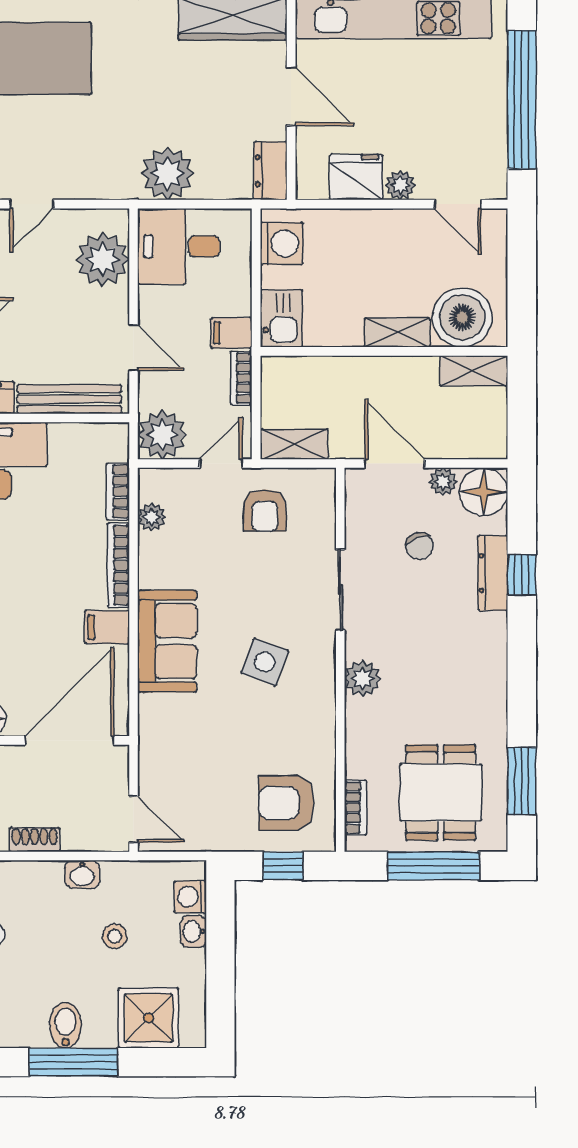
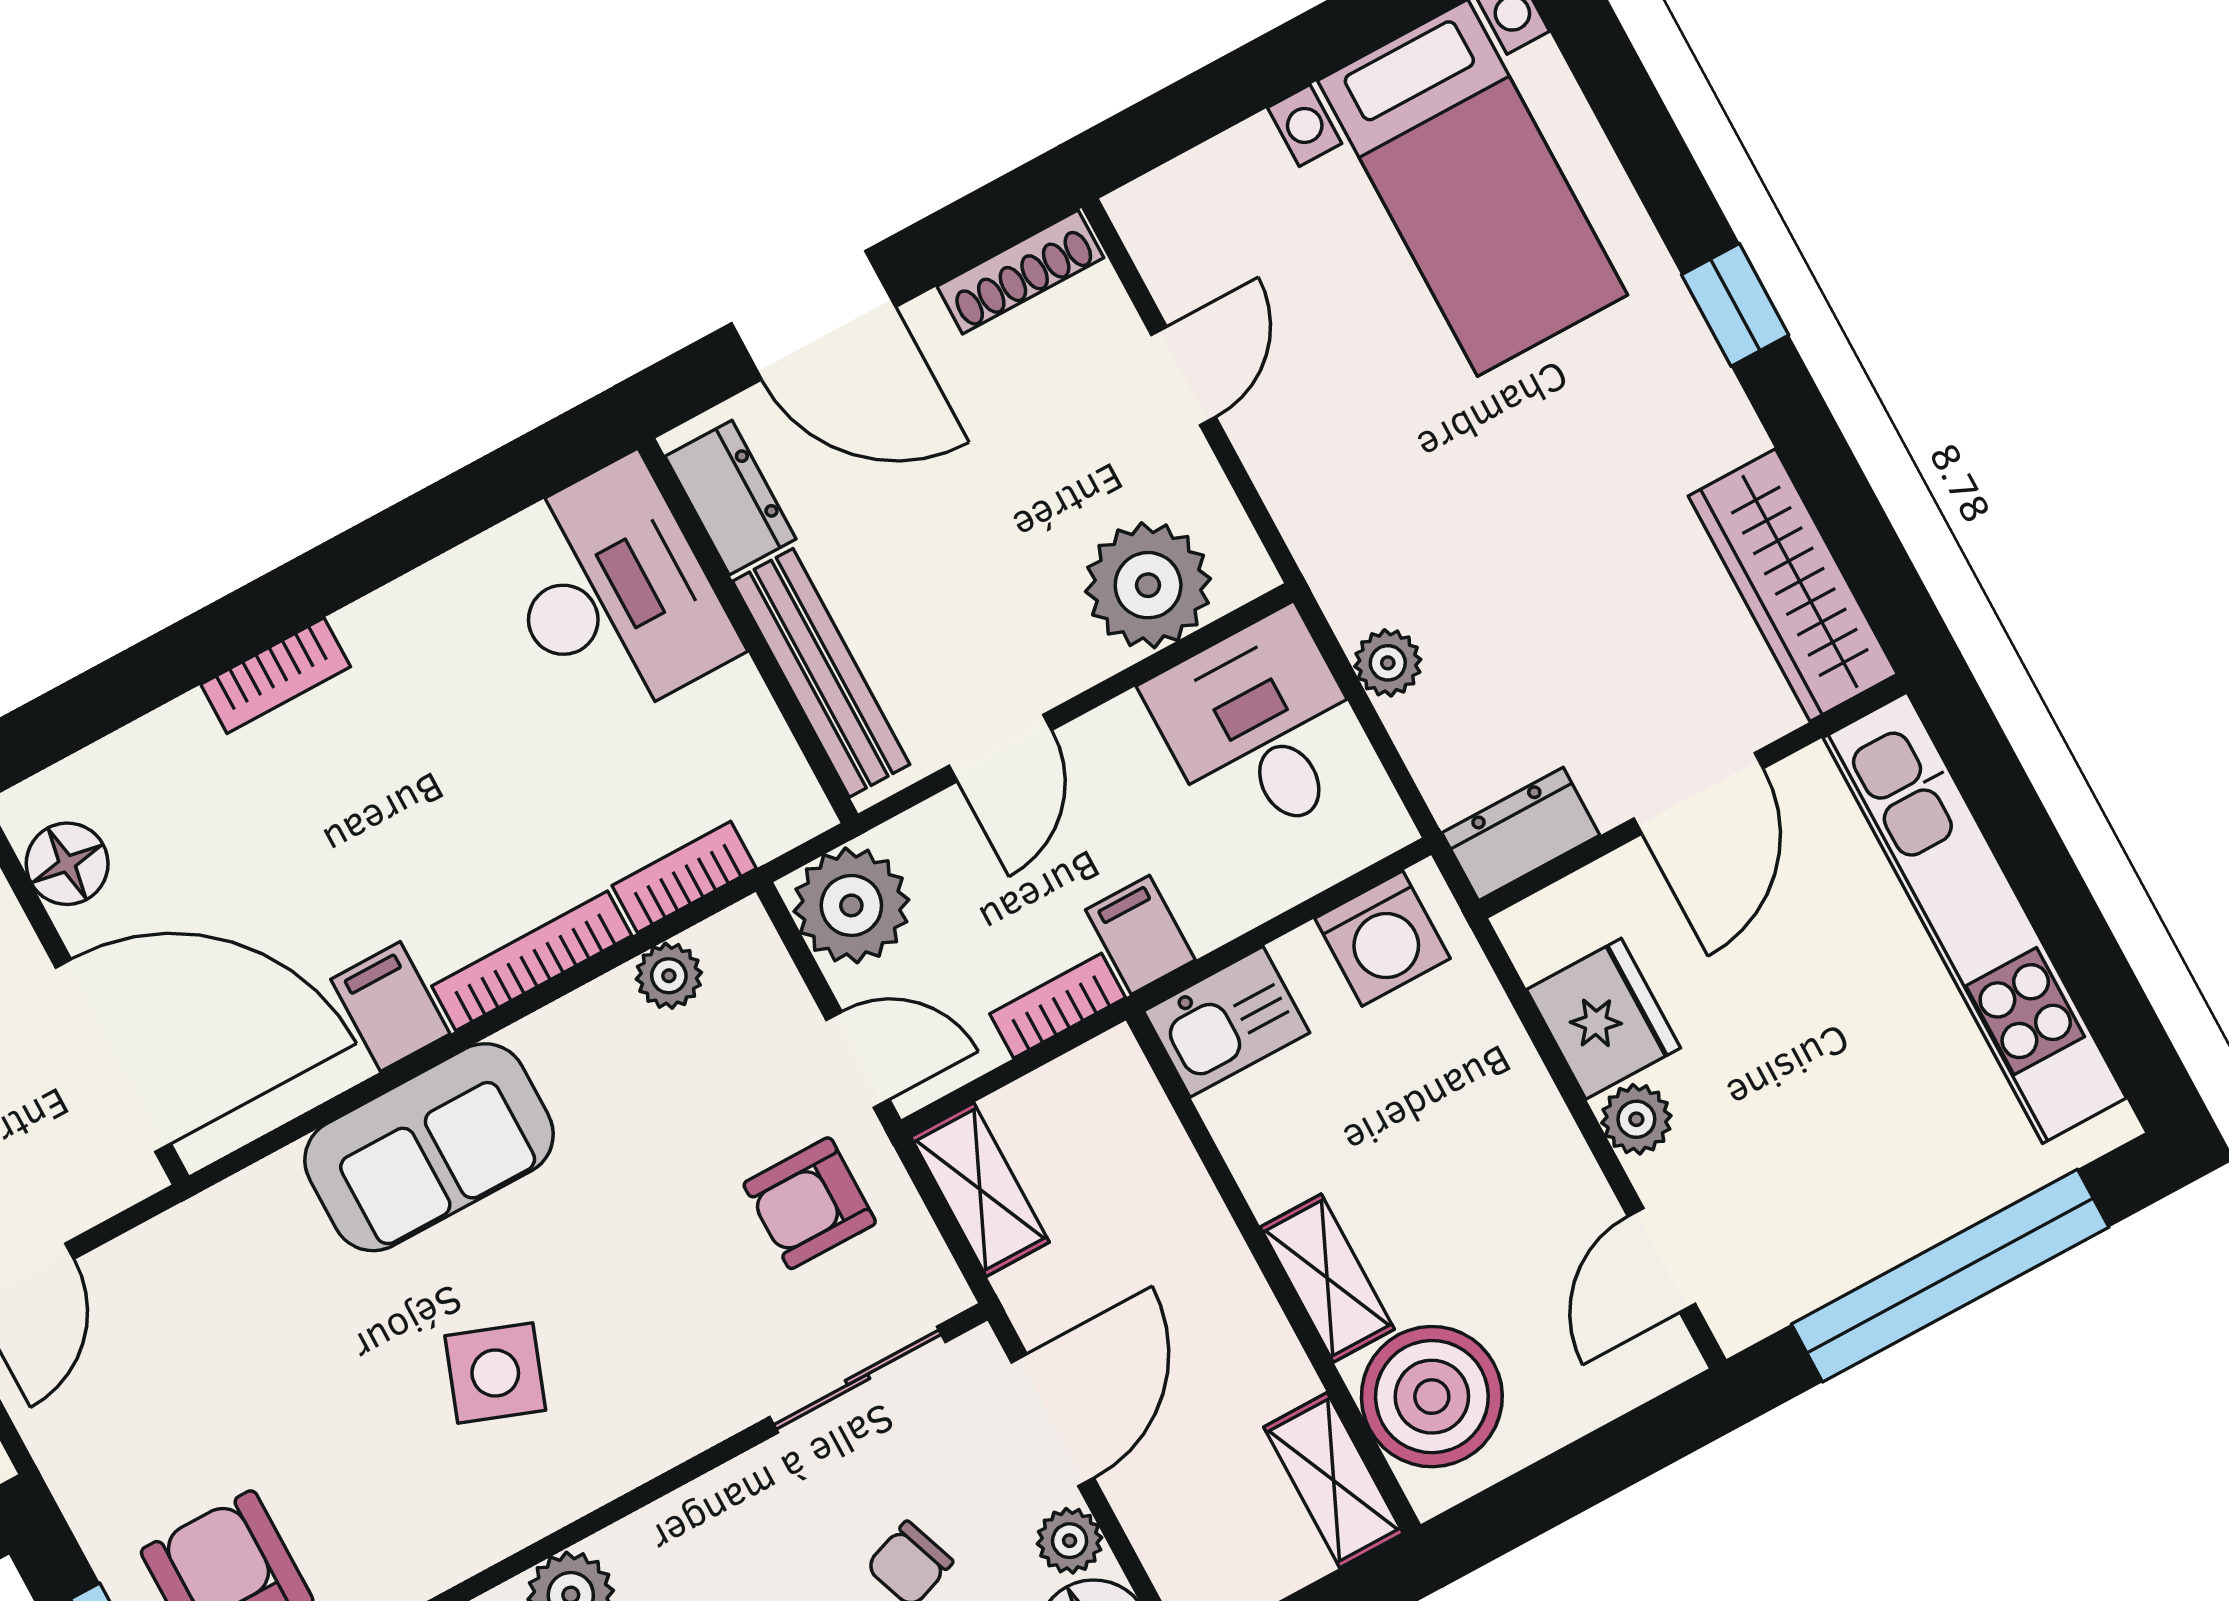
plant: (168, 173) -> (1388, 663), width x0.53, depth x0.53
door: (32, 204) -> (1183, 376), swing flipped
sliding door: (340, 590) -> (858, 1380), moved

